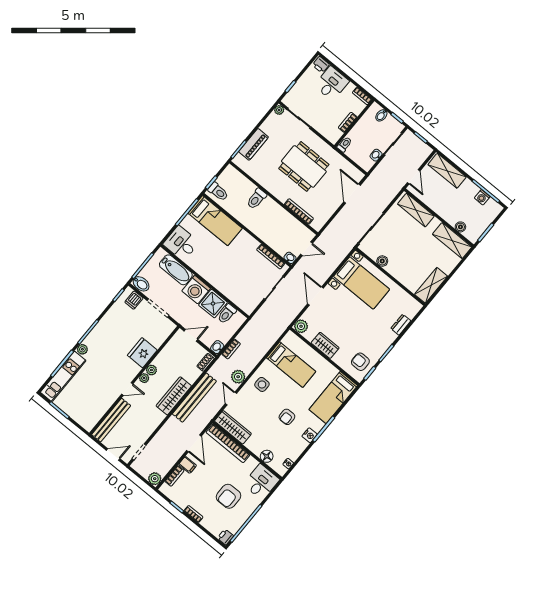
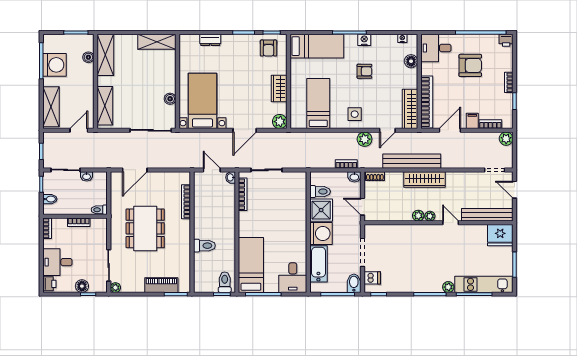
floor lamp: (300, 87) -> (82, 286), added
washing machine: (482, 197) -> (54, 65), width x1.89, depth x1.89
fridge: (142, 353) -> (500, 235), moved

